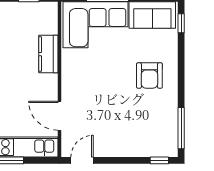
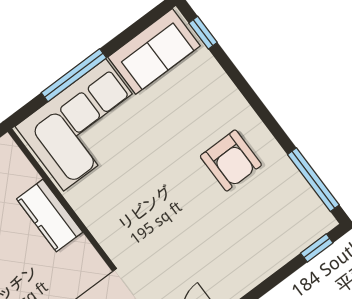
armchair: (149, 76) -> (231, 161), moved

